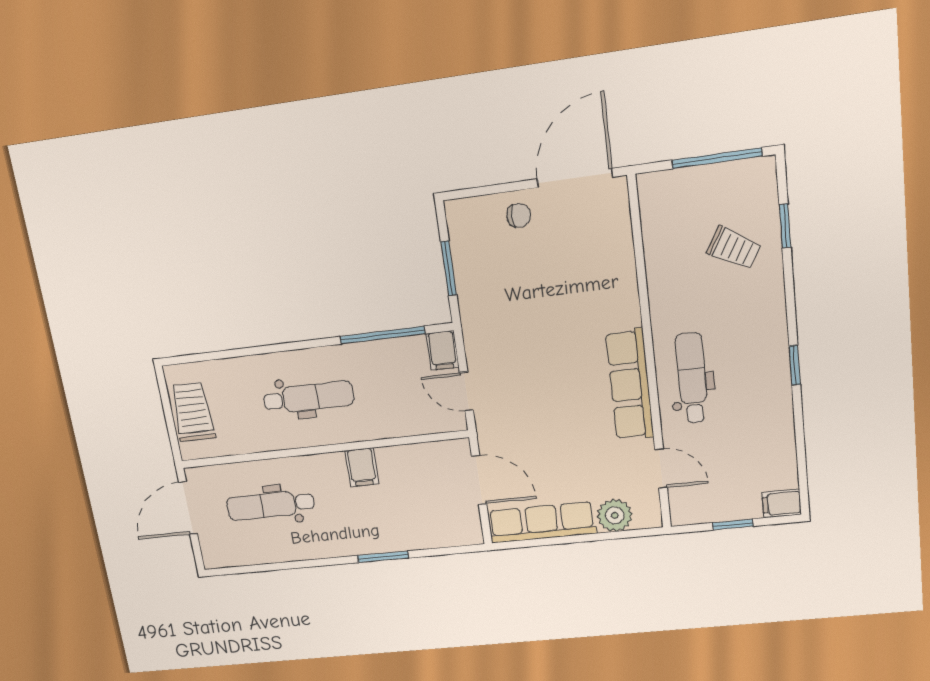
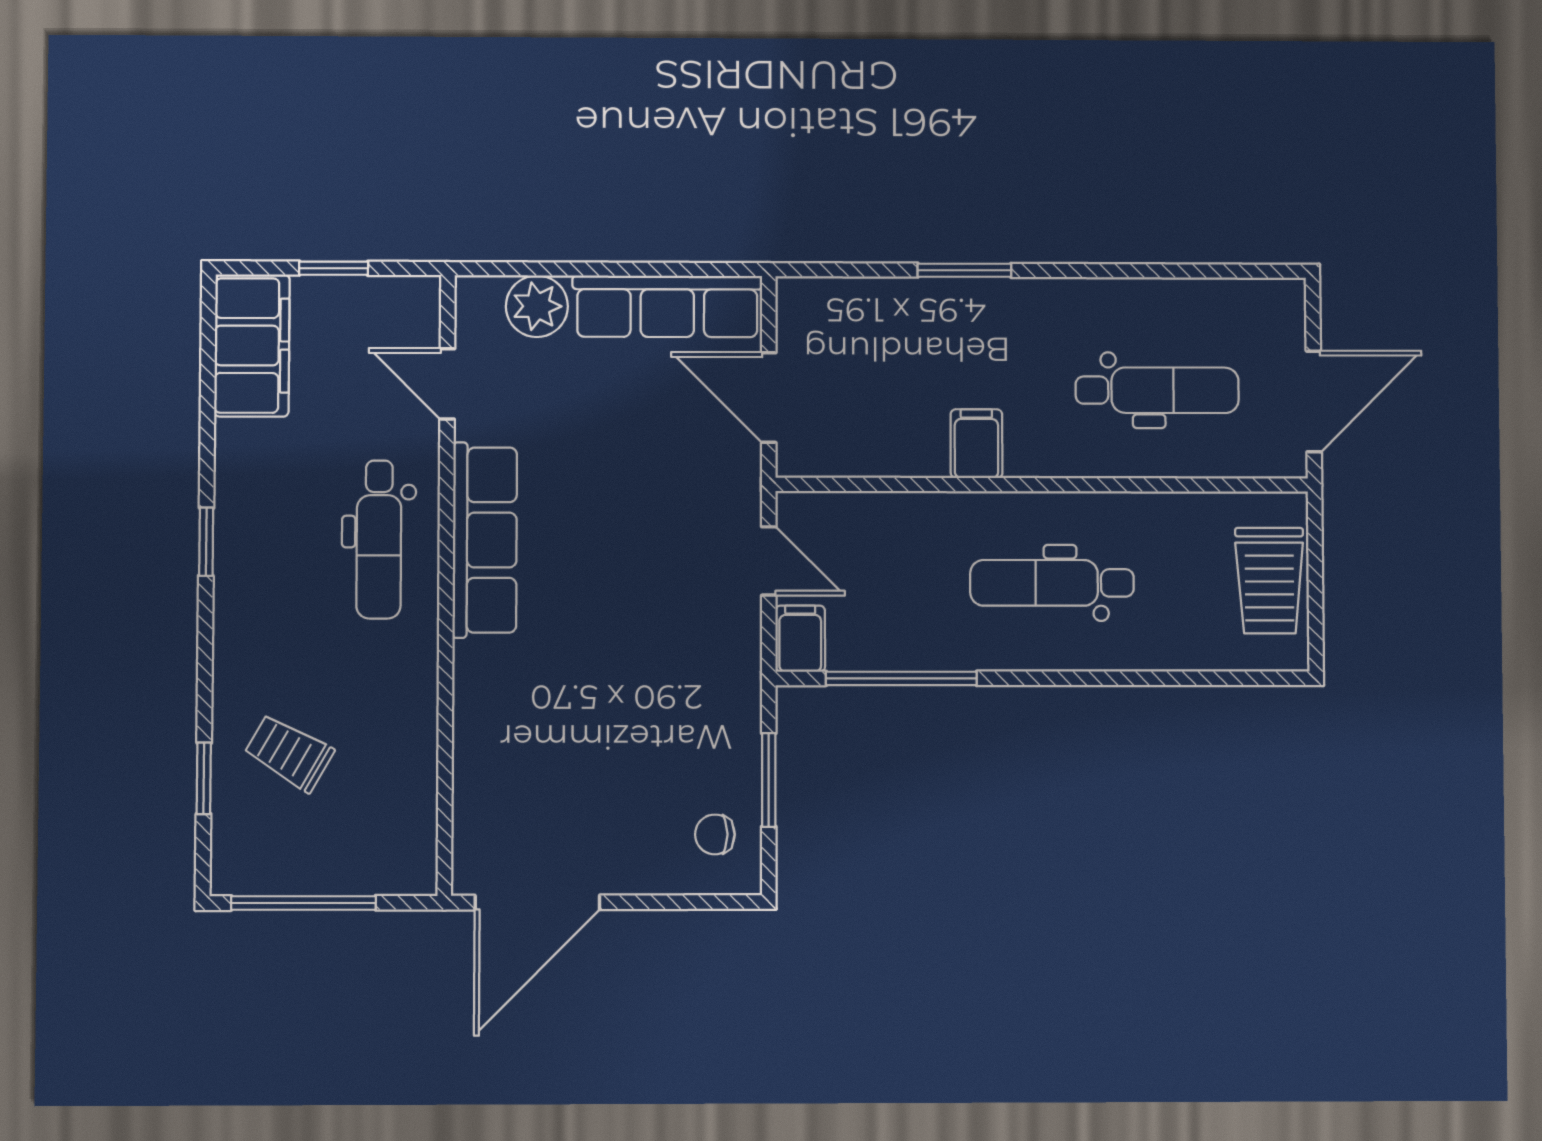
chair: (519, 215) -> (715, 834), moved
filing cabinet: (782, 503) -> (252, 346), width x3.00, depth x1.17

